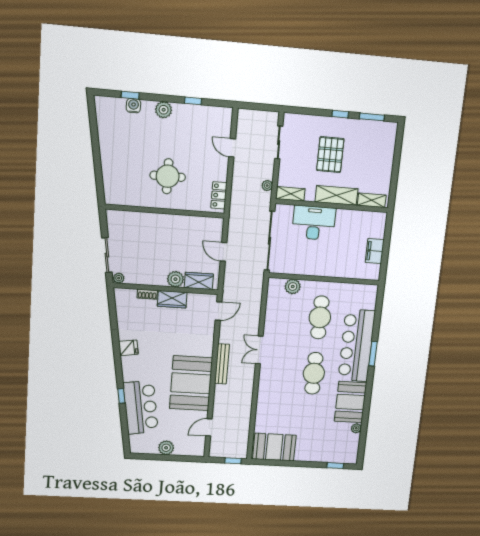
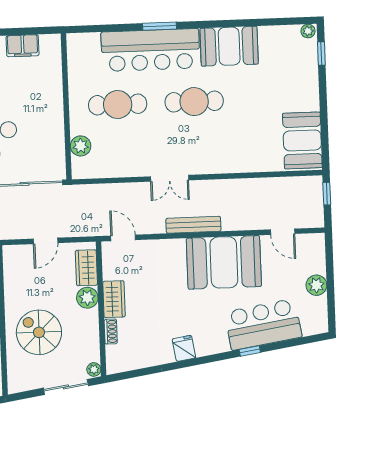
spiral stairs: (152, 239) -> (39, 332), added
plant: (356, 428) -> (308, 31), moved

